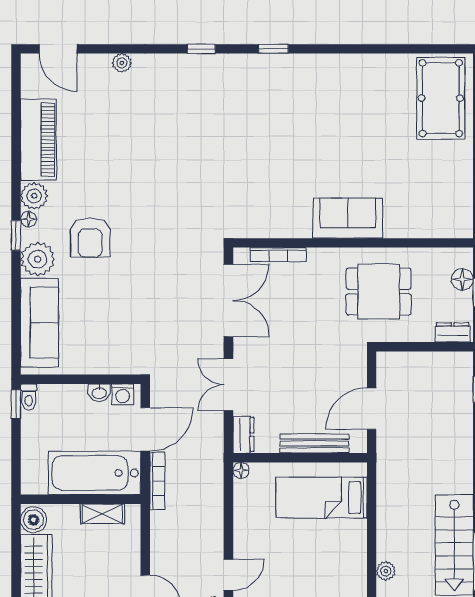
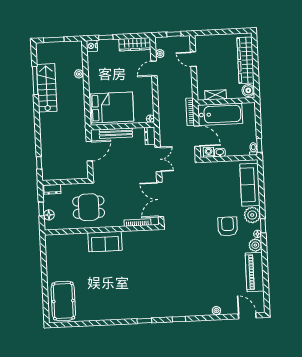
door: (145, 429) -> (197, 136), swing flipped
bed: (321, 498) -> (111, 107), width x1.50

